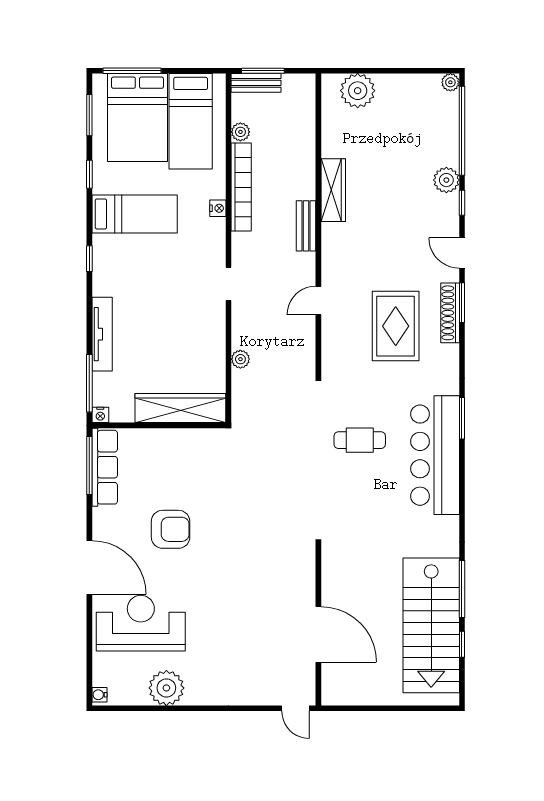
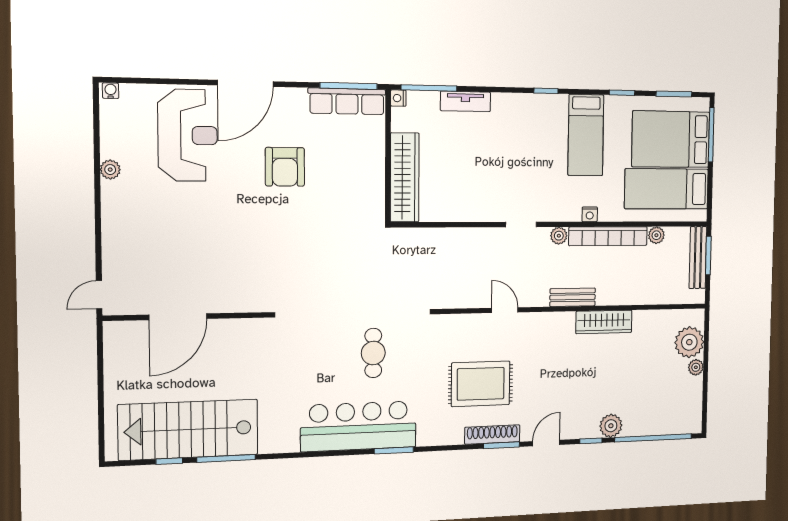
plant: (450, 82) -> (696, 367), moved
bench: (256, 83) -> (698, 258), width x1.36
tv unit: (102, 334) -> (465, 101), width x0.71
plant: (240, 359) -> (559, 236), moved
plant: (166, 688) -> (110, 170), width x0.53, depth x0.53

